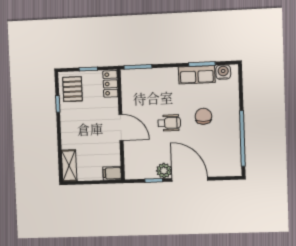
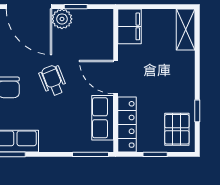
locker: (110, 84) -> (127, 124), width x1.53
row of seats: (130, 96) -> (103, 118), added
wheelchair: (169, 123) -> (53, 81), turned 68
filing cabinet: (112, 173) -> (130, 26), width x2.00

